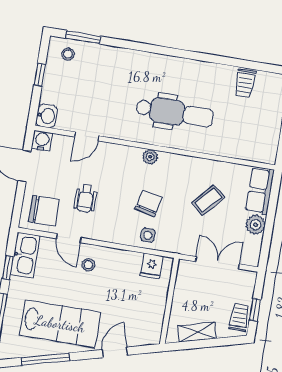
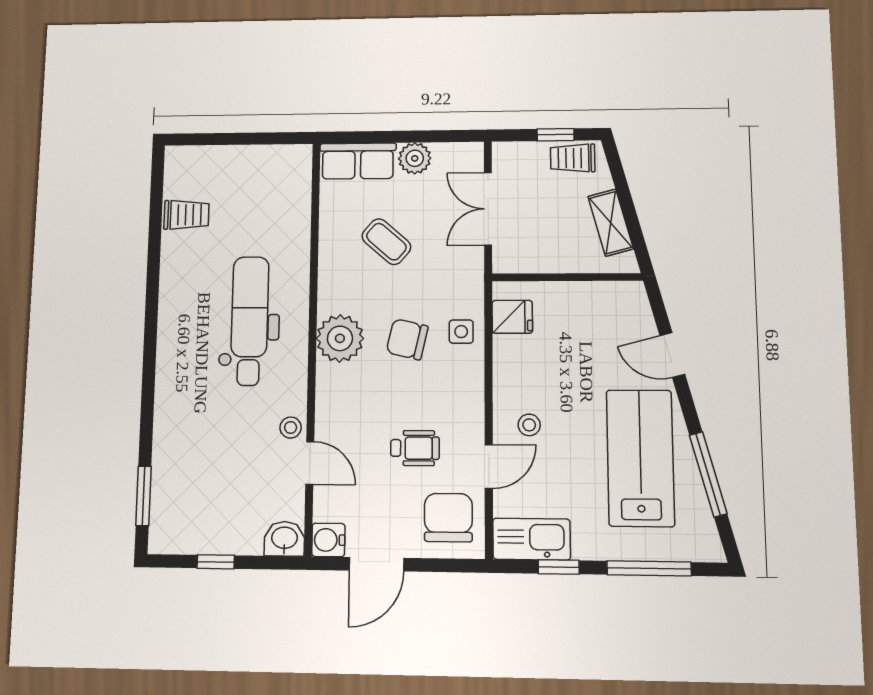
stool: (68, 54) -> (291, 428), moved
plant: (150, 157) -> (340, 338), width x1.88, depth x1.88

